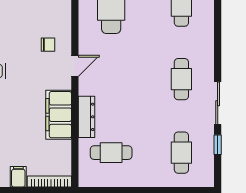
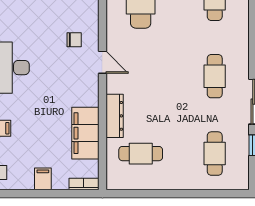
door: (75, 66) -> (102, 62), hinge flipped
filing cabinet: (59, 115) -> (85, 133), moved
bookcase: (49, 181) -> (84, 184), width x0.64

